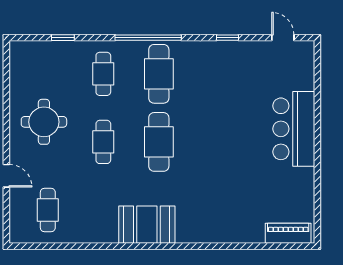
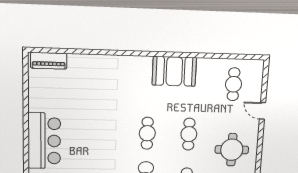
cafe table: (159, 142) -> (147, 133), width x0.73, depth x0.74
booth: (147, 225) -> (174, 71), moved

